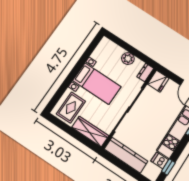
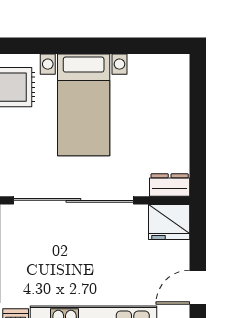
plant: (128, 59) -> (175, 132), removed

